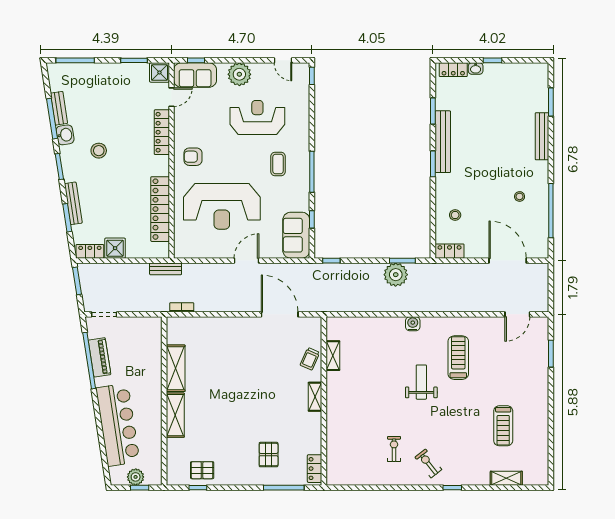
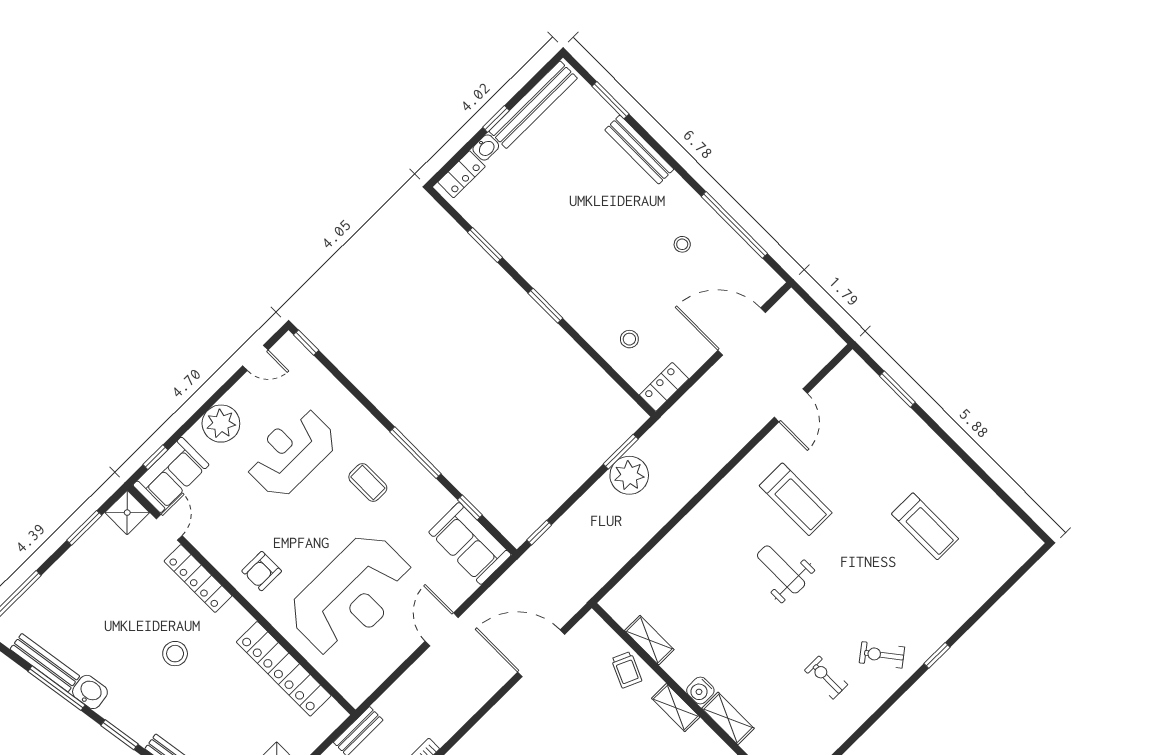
bench: (59, 108) -> (45, 663), width x1.36
bench: (443, 142) -> (533, 105), moved, turned 90
stool: (99, 151) -> (175, 654), moved
door: (517, 314) -> (791, 405), moved
water cooler: (413, 324) -> (700, 690), moved, turned -90
treadmill: (458, 358) -> (796, 499), turned 180
shelving: (506, 478) -> (728, 718), moved, turned 90

